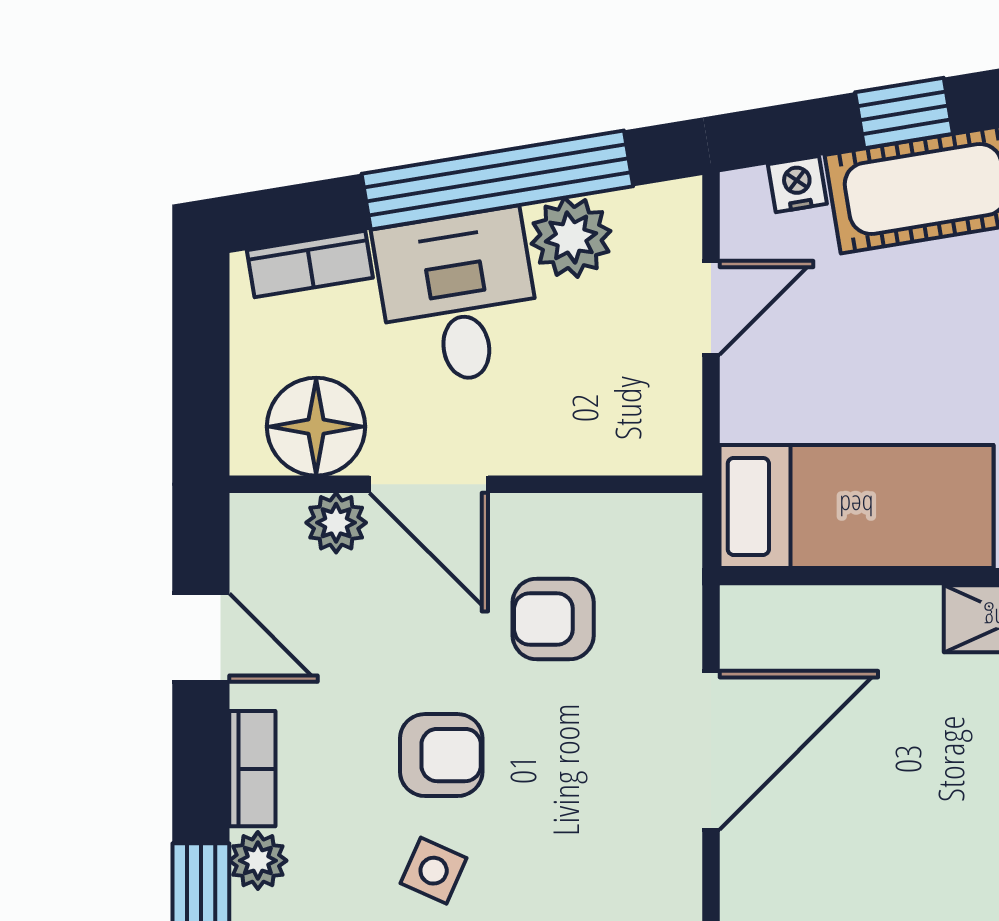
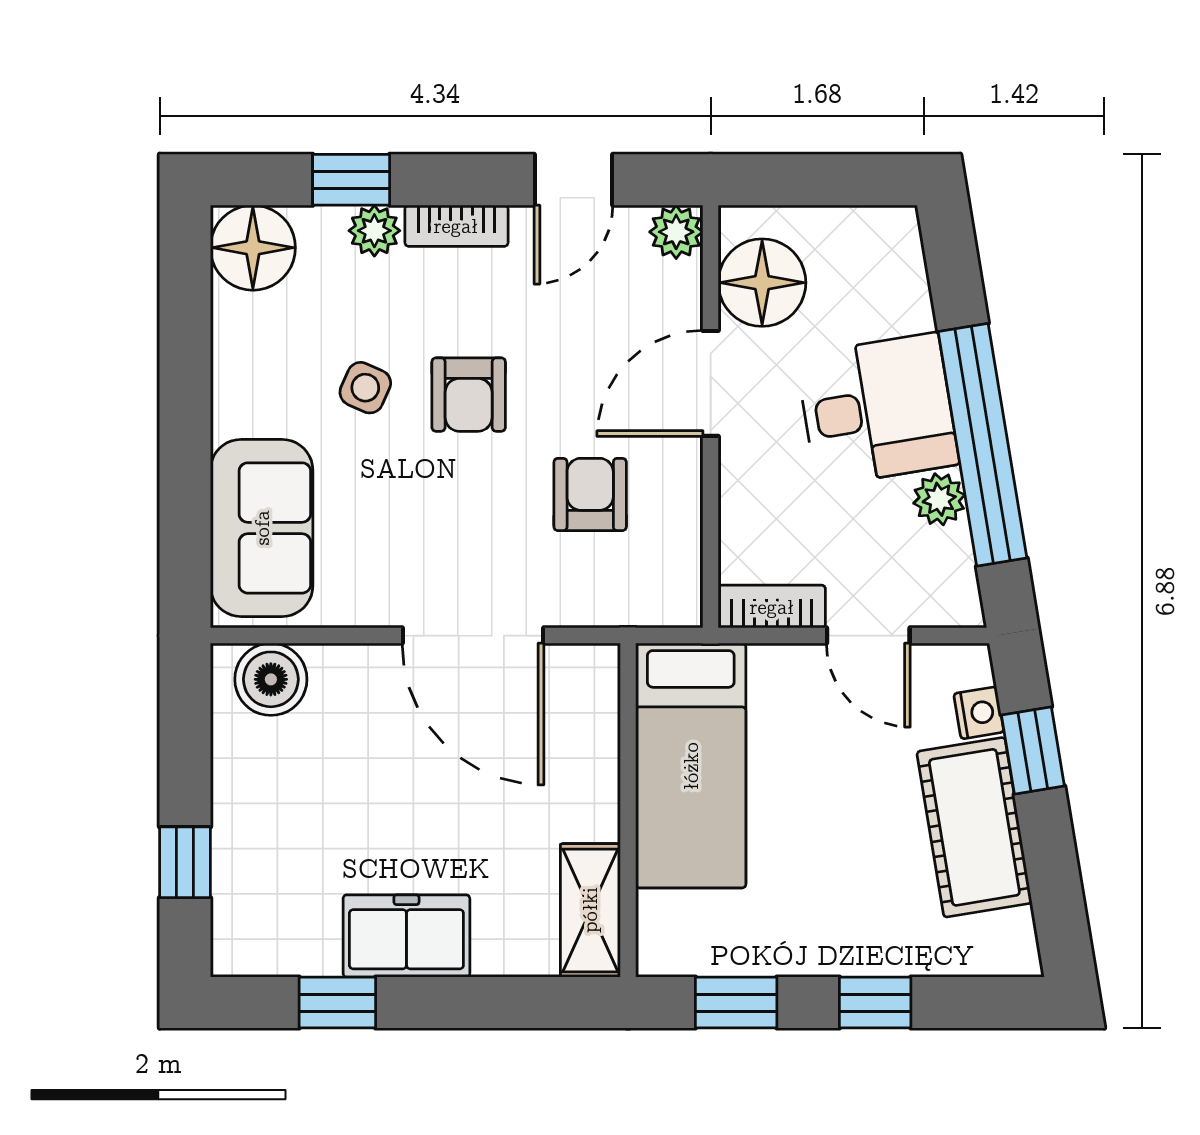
window: (904, 113) -> (1033, 750), moved
plant: (571, 237) -> (939, 499), width x0.73, depth x0.73
bookcase: (310, 264) -> (772, 607), moved, turned 99
plant: (336, 523) -> (676, 232), moved

